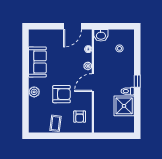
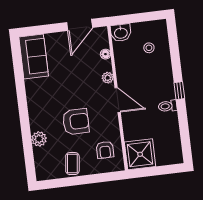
sofa: (37, 62) -> (34, 57), moved
door: (93, 83) -> (118, 100), swing flipped
plant: (34, 92) -> (39, 139), moved
shower: (124, 106) -> (140, 154), moved

